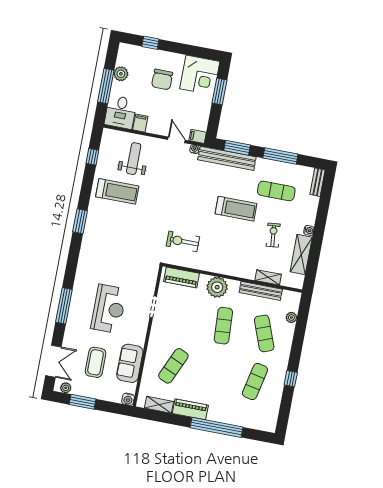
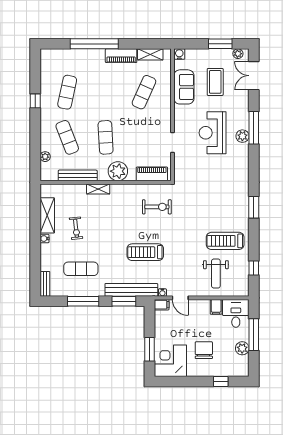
treadmill: (236, 209) -> (145, 252), moved
shelving: (268, 277) -> (98, 189), moved
plant: (78, 299) -> (242, 136), added

